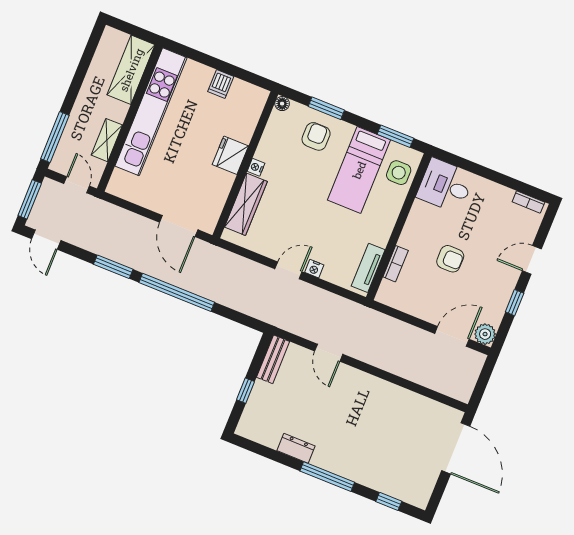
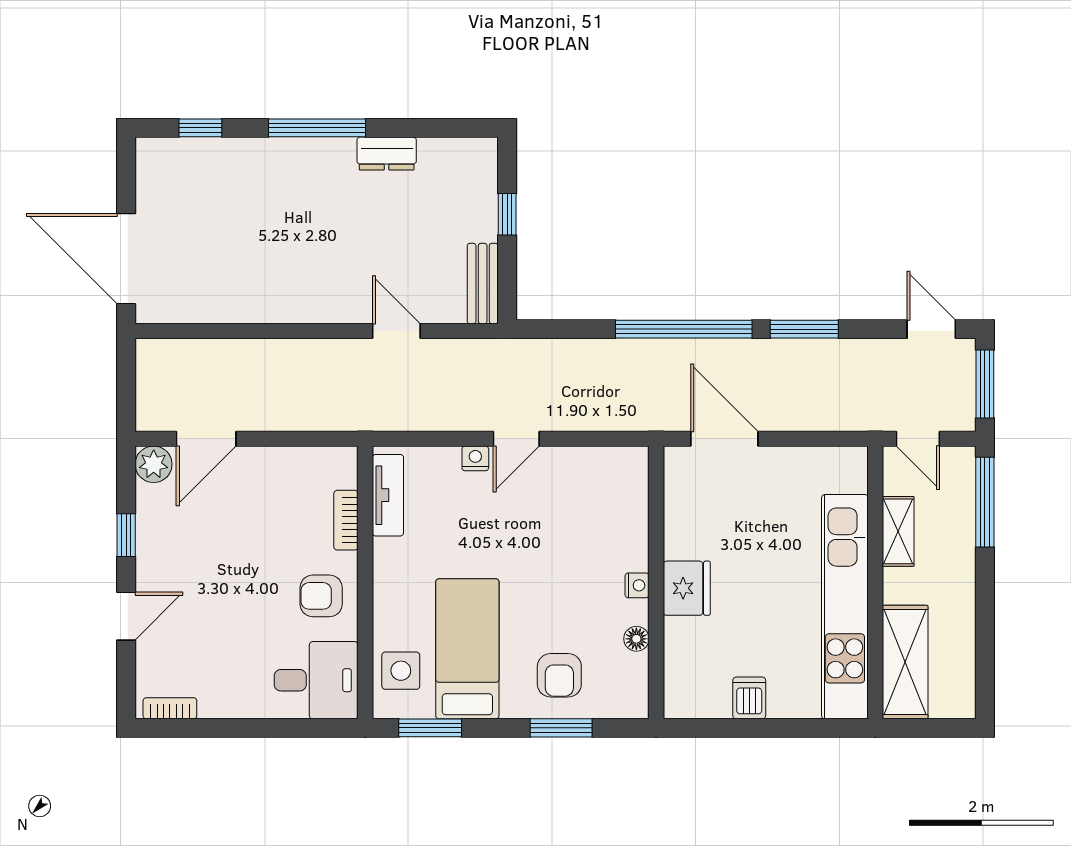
floor lamp: (282, 104) -> (636, 639), moved
wardrobe: (246, 204) -> (629, 518), removed
armchair: (450, 259) -> (321, 596), moved

